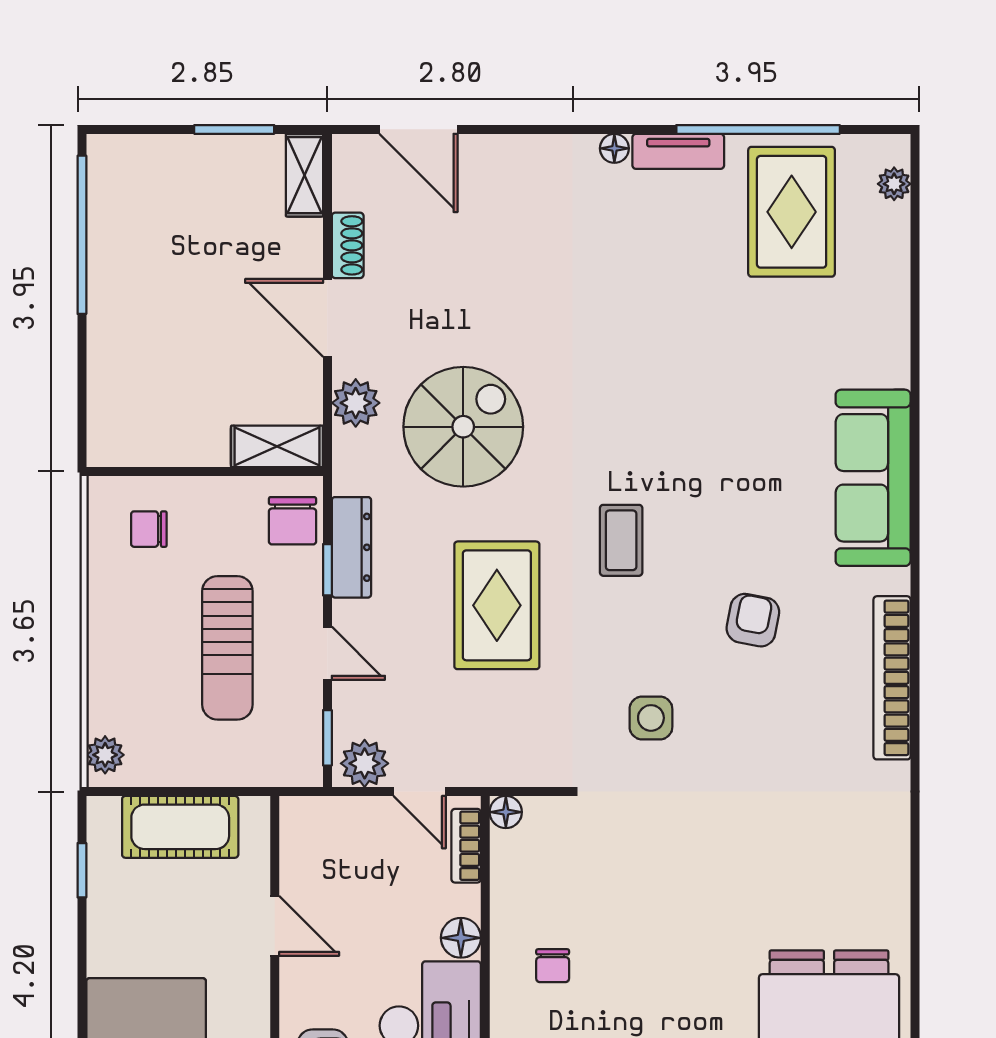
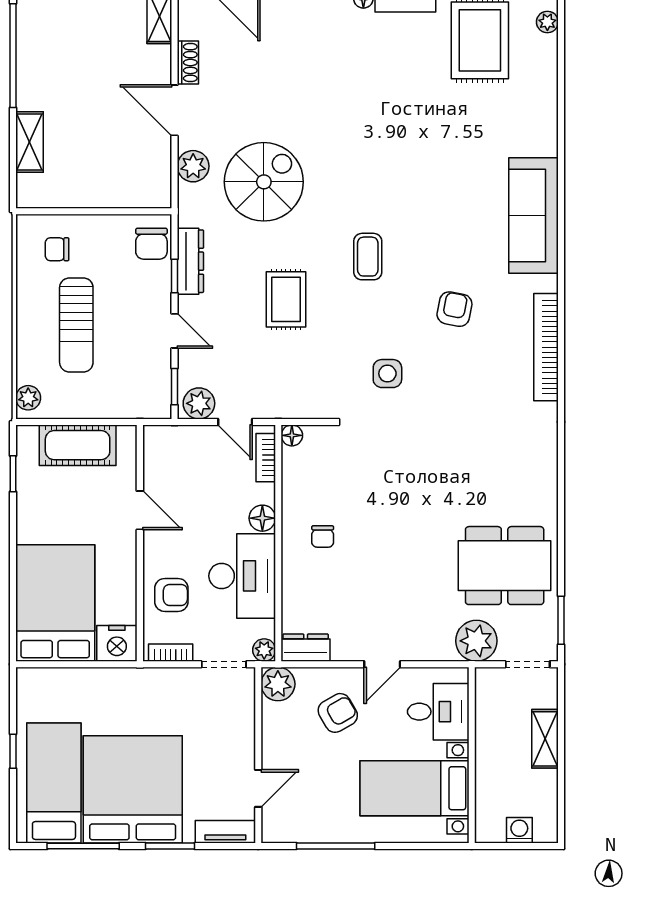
shelving: (277, 446) -> (29, 142), moved, turned 90
rug: (497, 605) -> (286, 299), width x0.73, depth x0.70
sun lounger: (227, 648) -> (76, 325), moved

